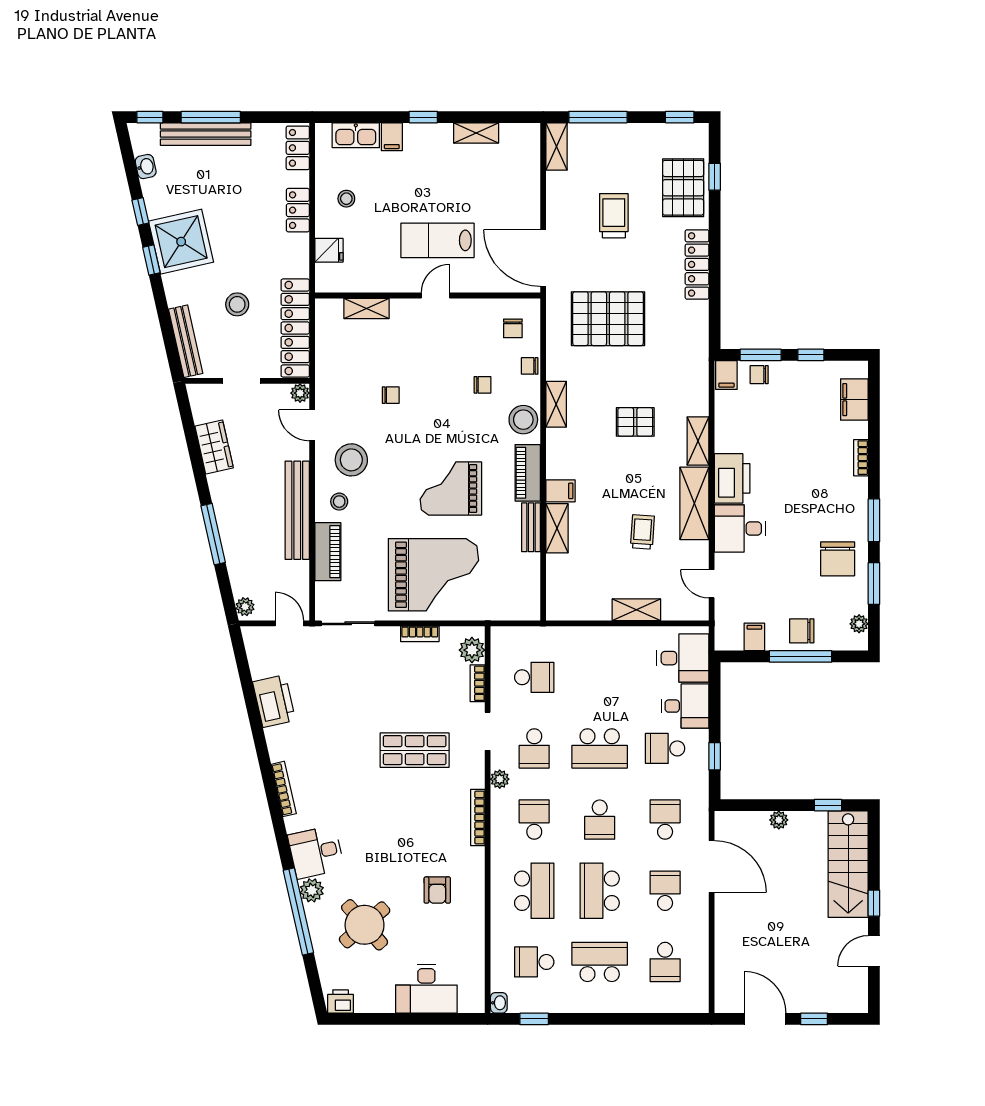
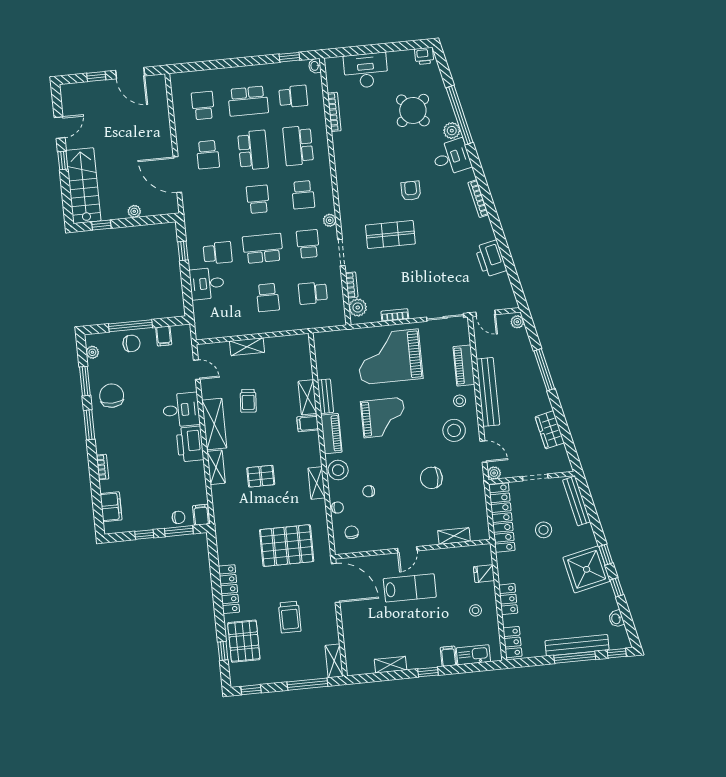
chair: (391, 395) -> (431, 478), width x1.87, depth x1.87
desk: (683, 658) -> (212, 317), removed
bookcase: (478, 818) -> (334, 112), moved
school desk: (665, 820) -> (268, 297), moved
armchair: (437, 890) -> (411, 191), moved

